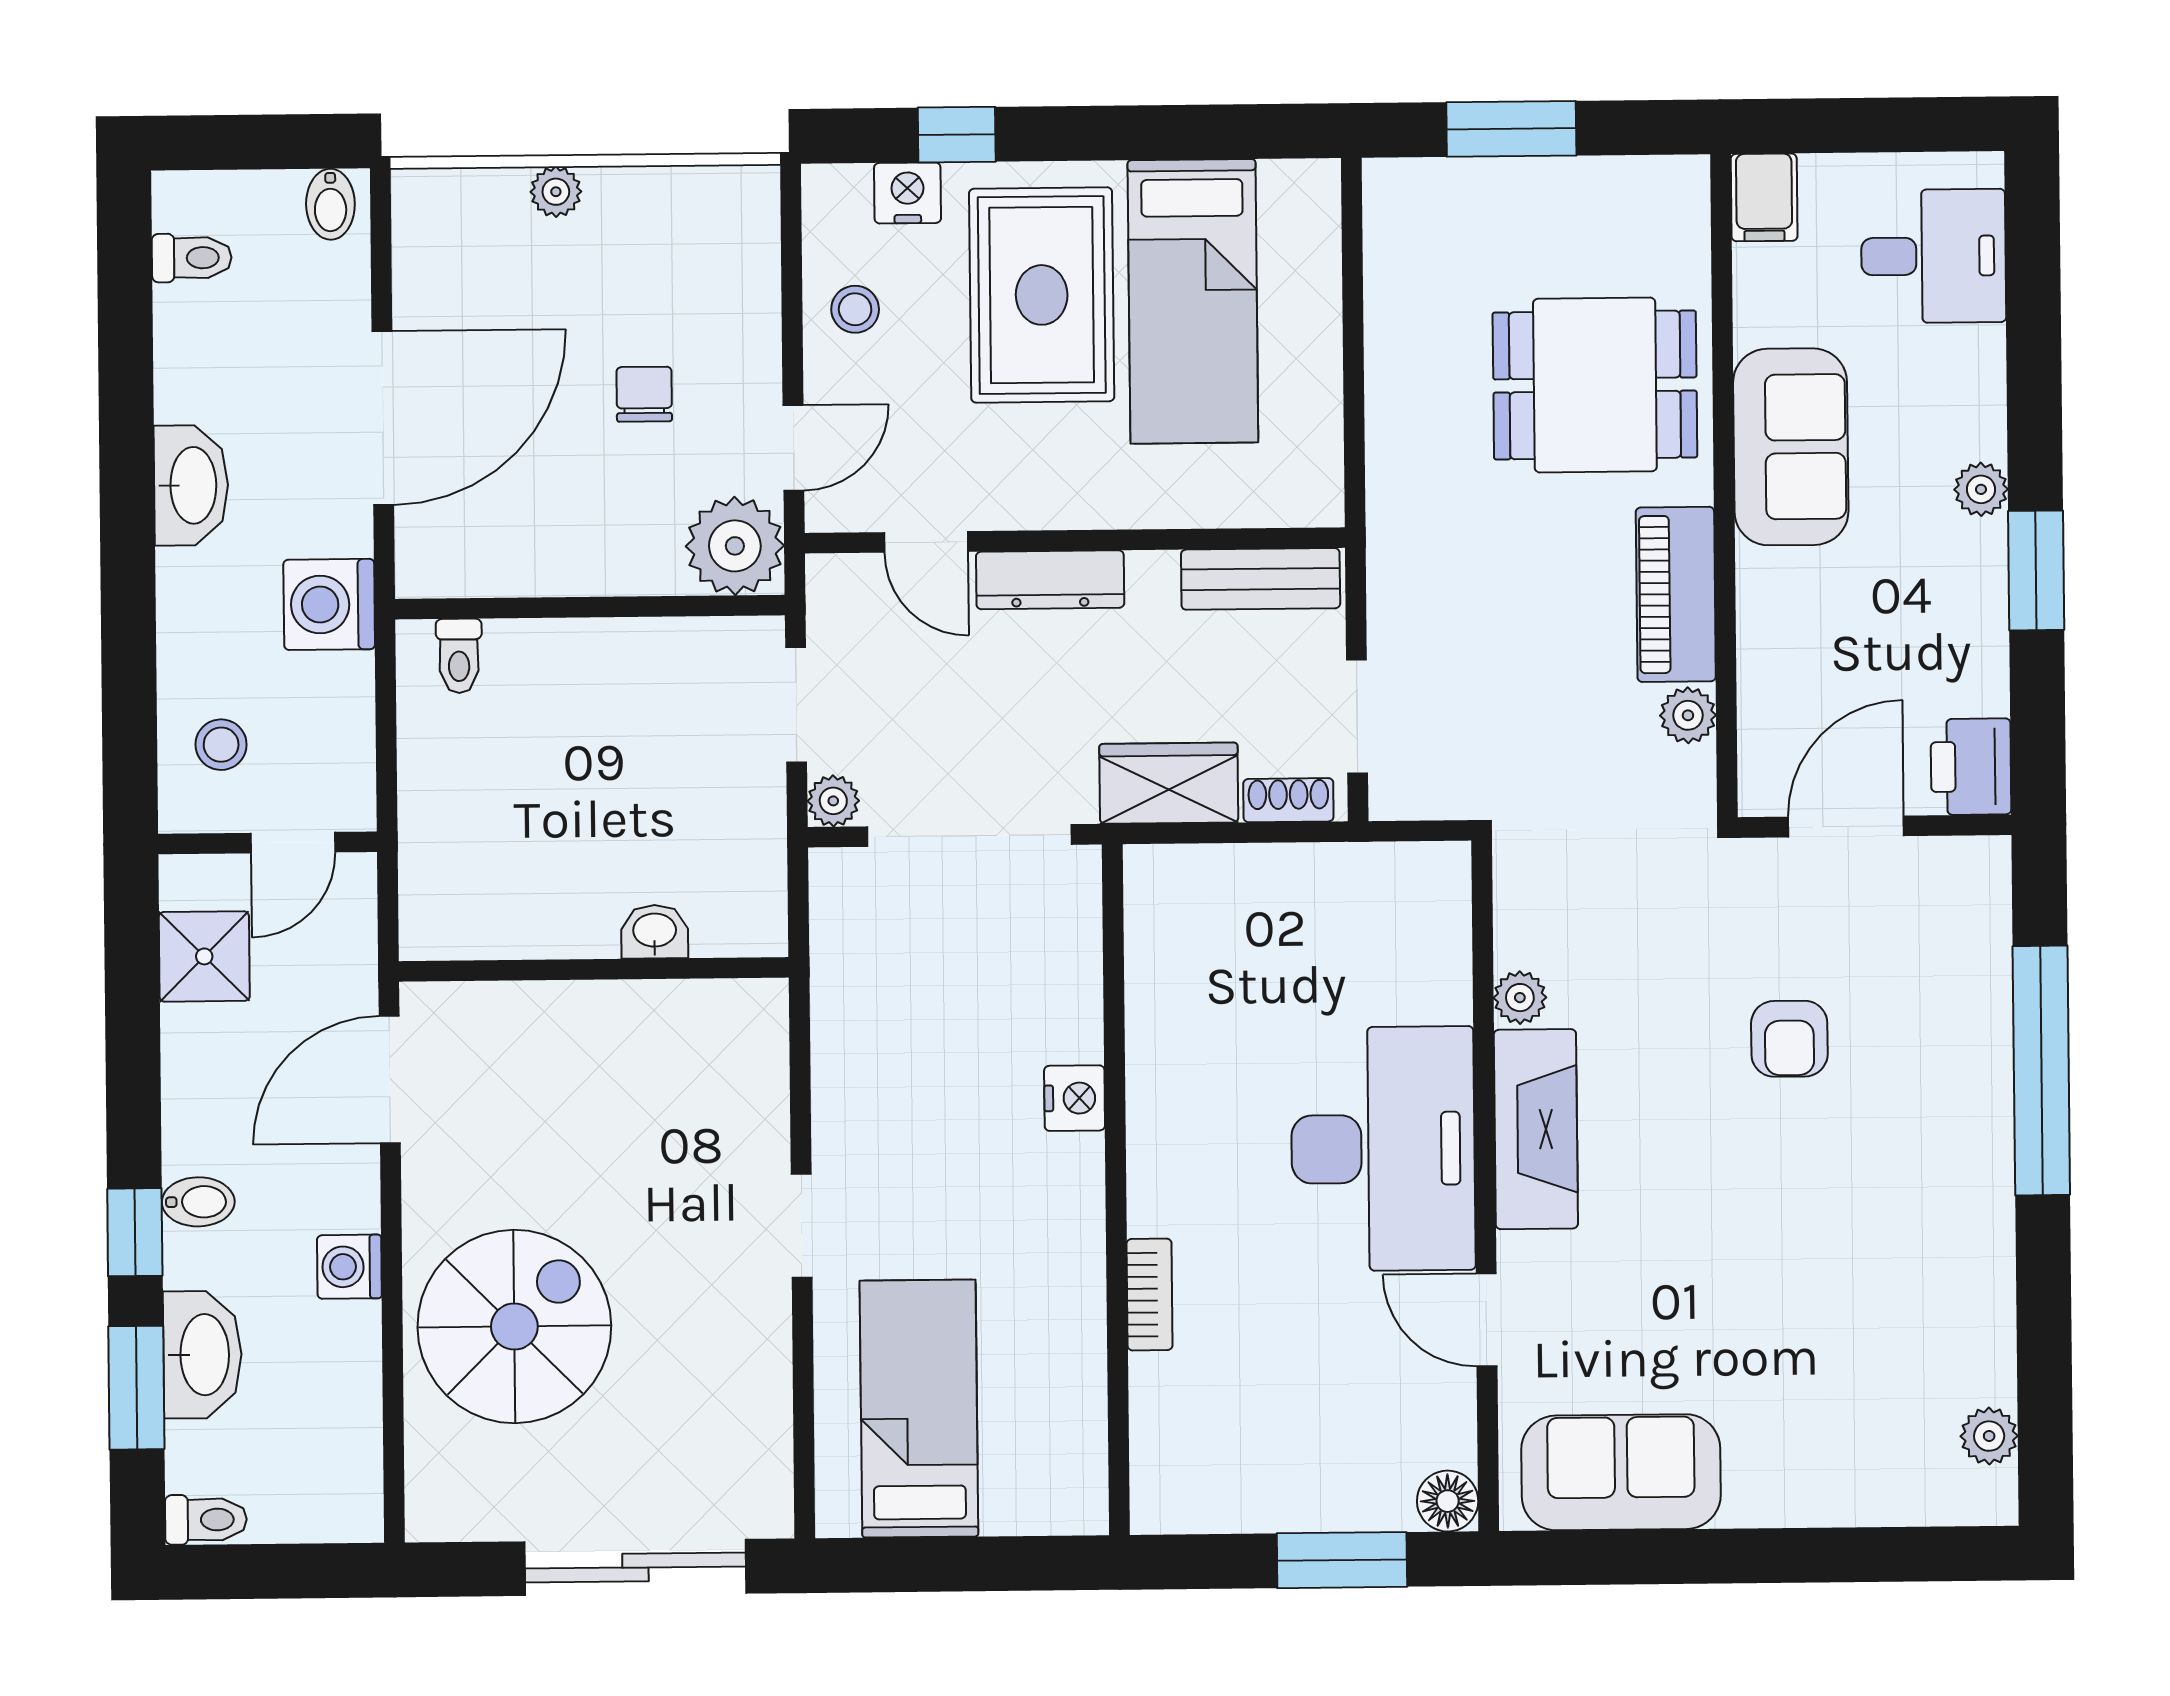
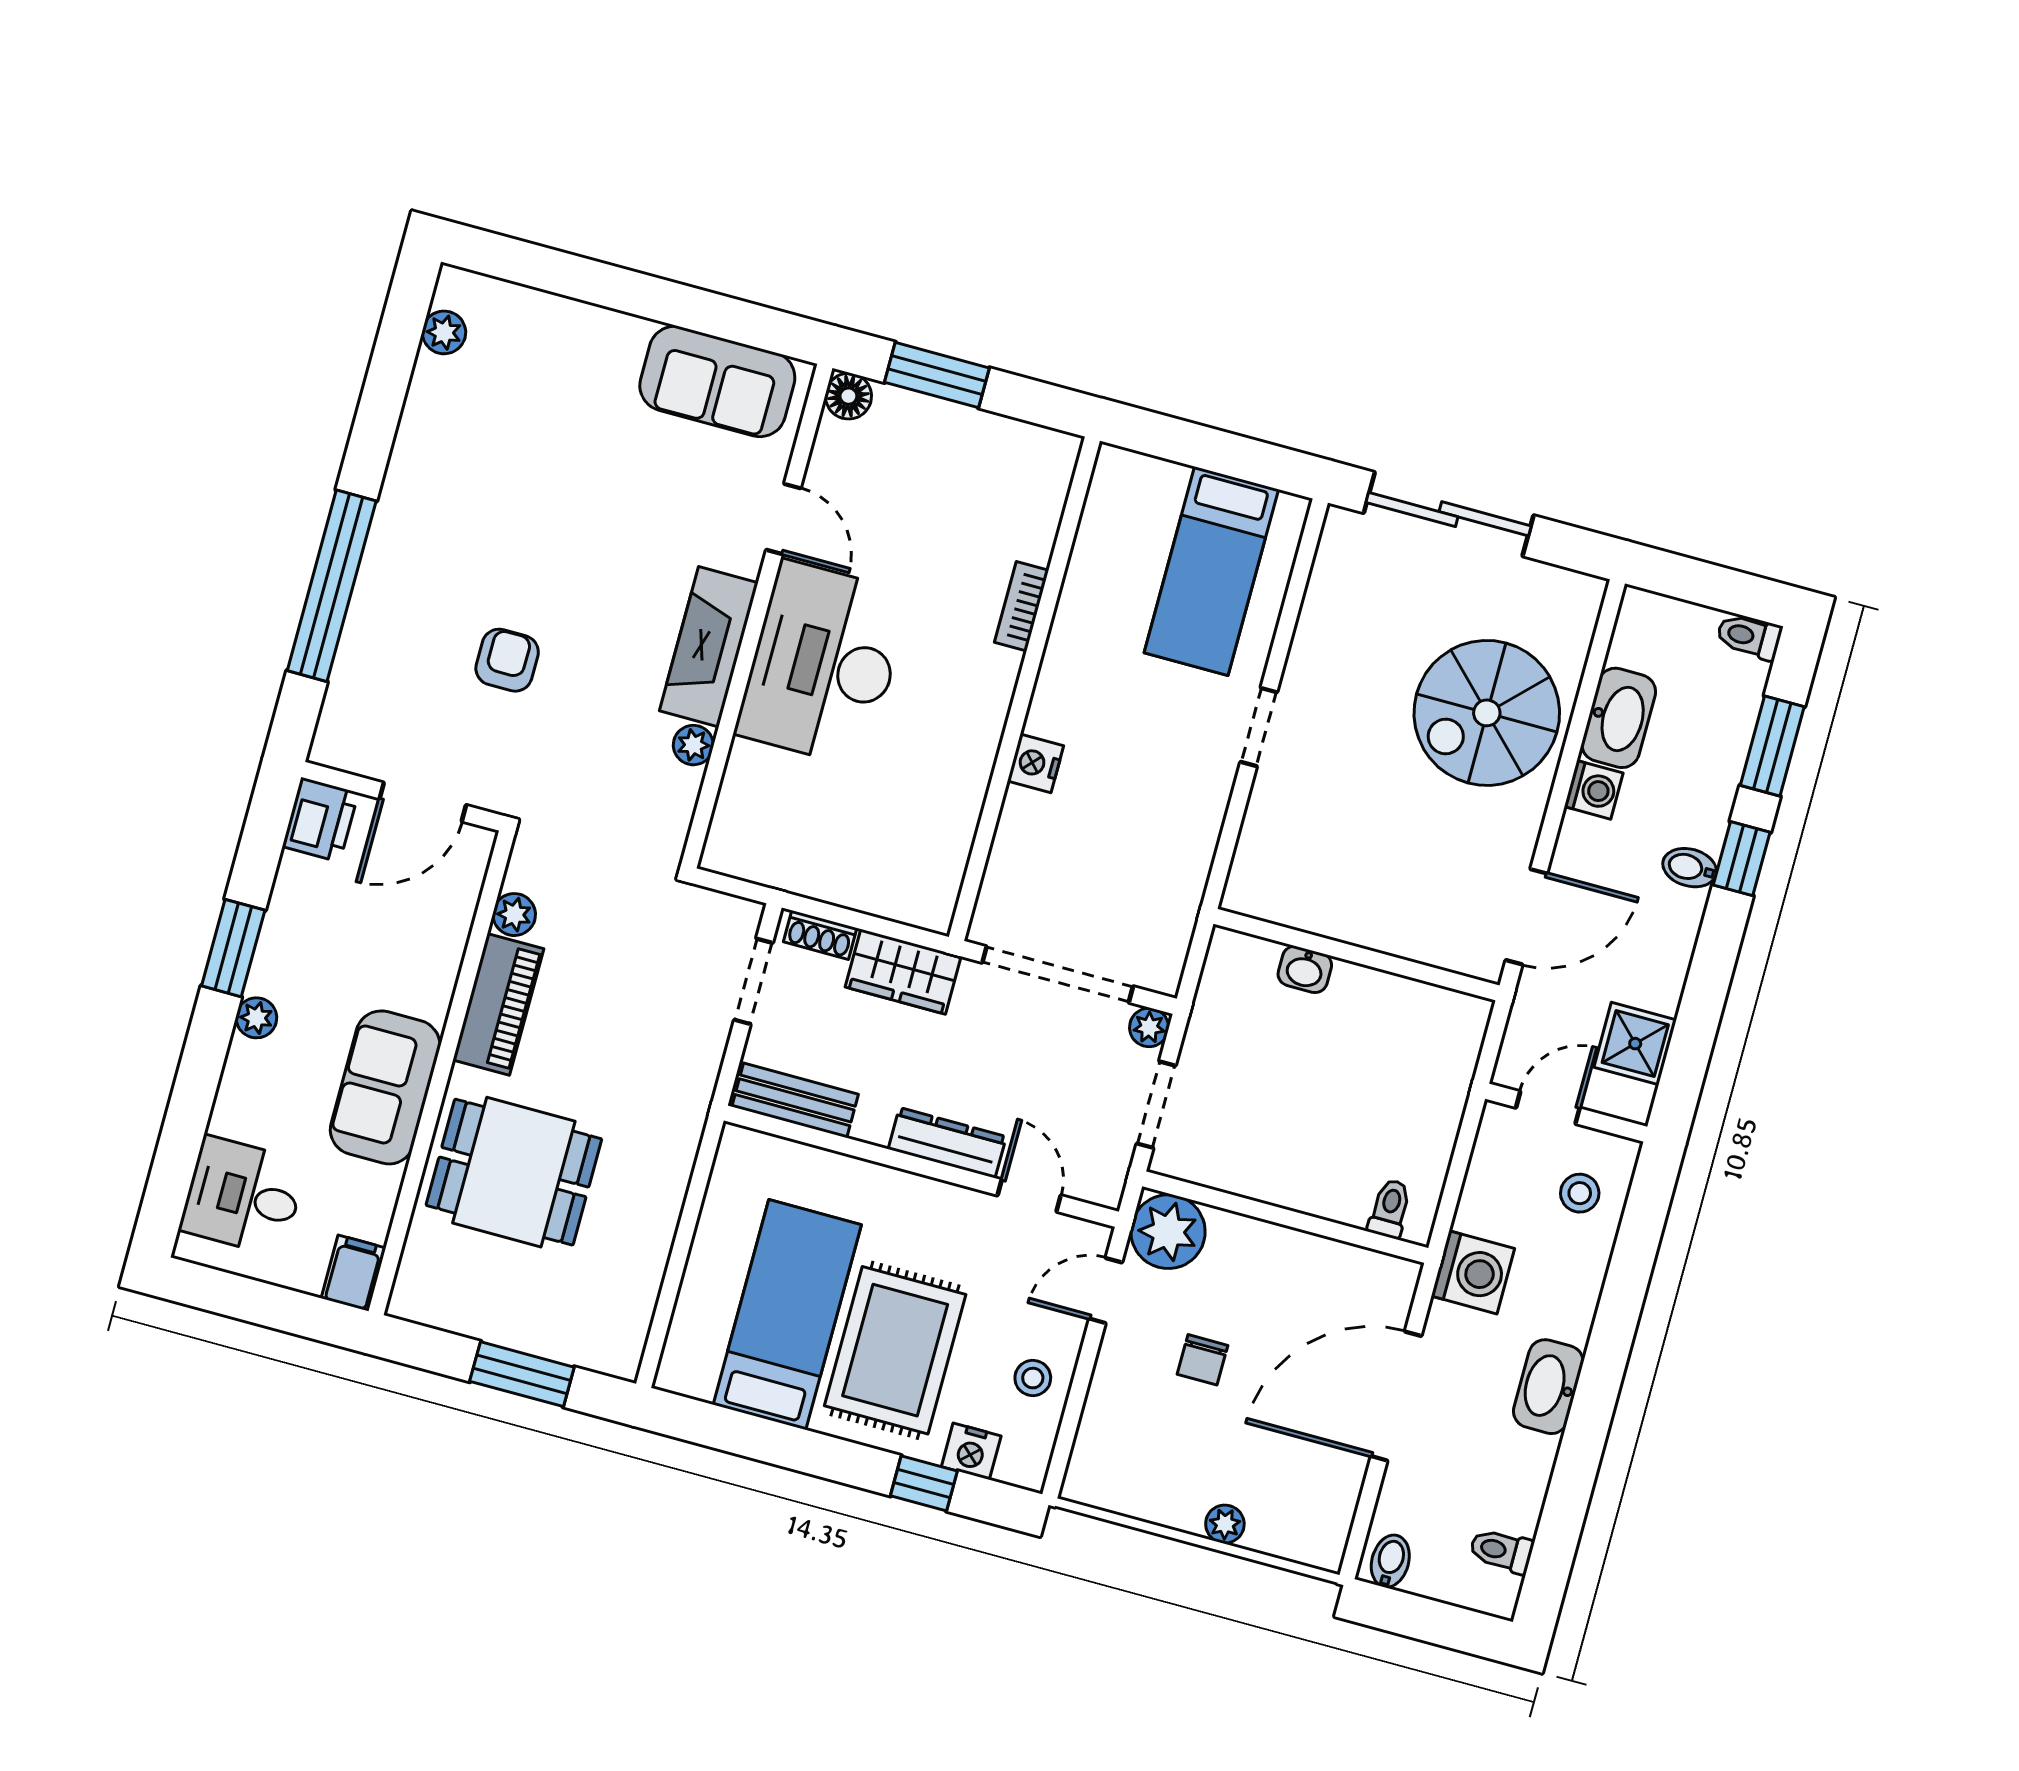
washbasin: (202, 1355) -> (1619, 718), moved, turned 180

